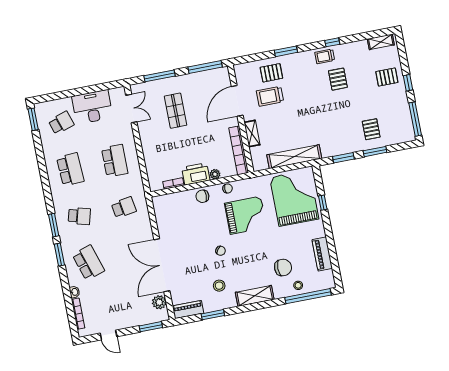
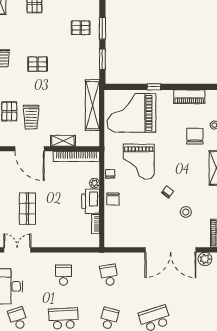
pallet: (338, 79) -> (38, 64), moved
shop shelf: (176, 111) -> (27, 209), turned 90
school desk: (115, 161) -> (63, 275), width x0.54
window: (323, 203) -> (154, 87), moved
grand piano: (246, 215) -> (139, 162), turned 180
stool: (219, 286) -> (186, 212), moved

